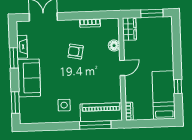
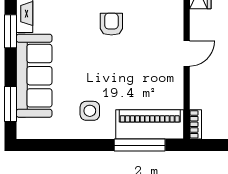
floor lamp: (114, 46) -> (174, 17), removed
armchair: (76, 52) -> (111, 24), turned 80
sofa: (29, 78) -> (34, 76), width x1.36

